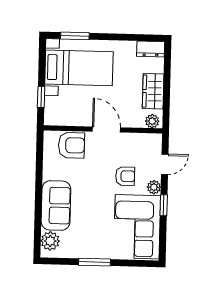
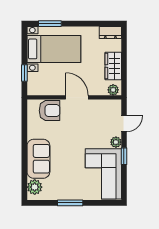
armchair: (125, 176) -> (93, 134), removed

